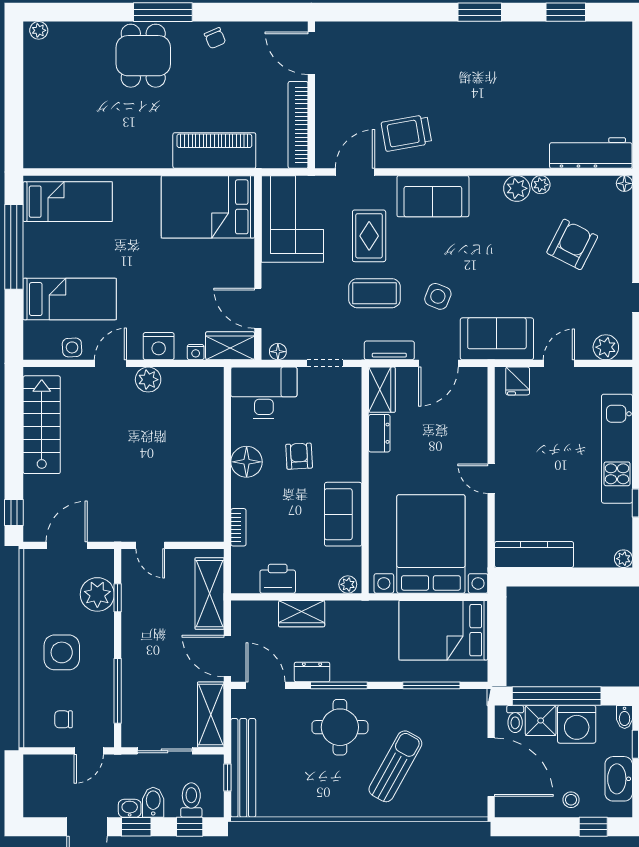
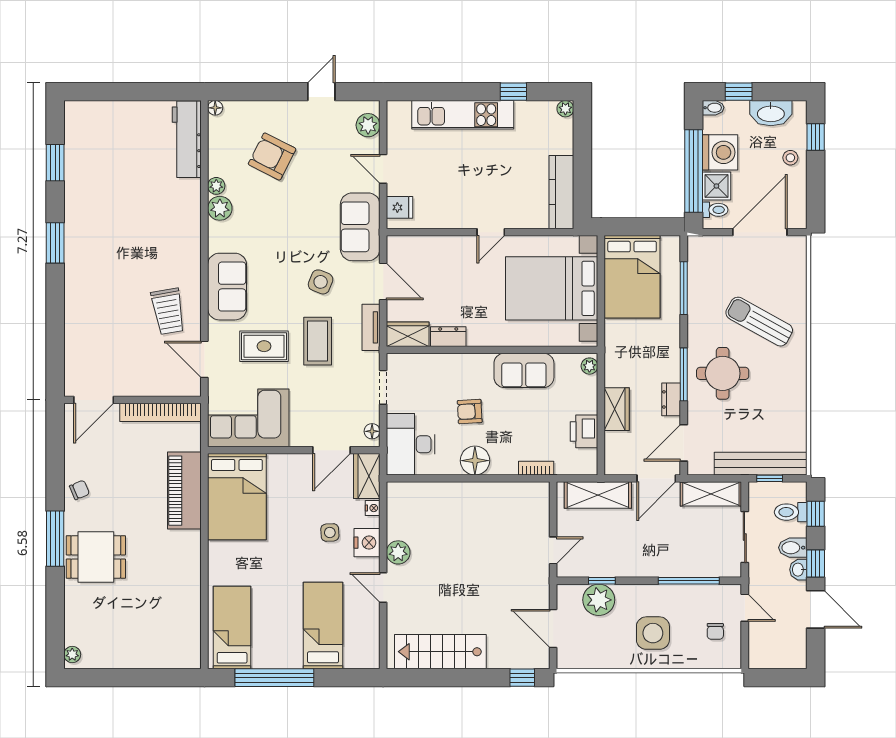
side table: (72, 347) -> (330, 532), moved

